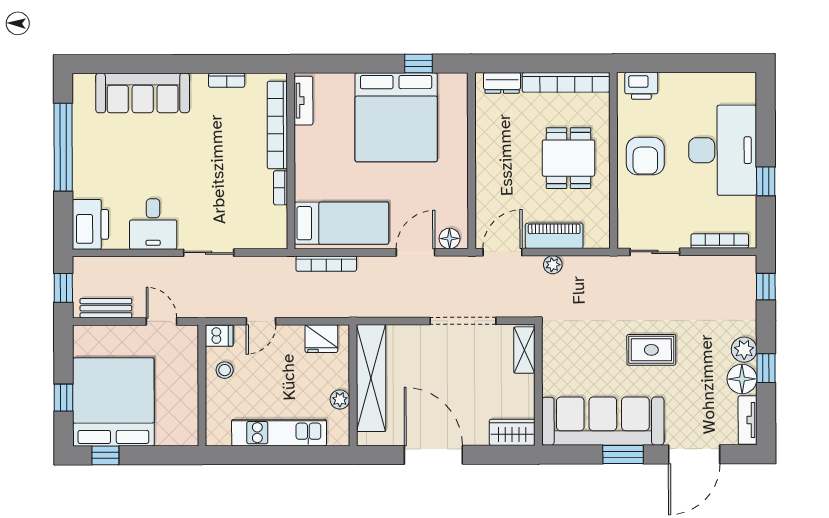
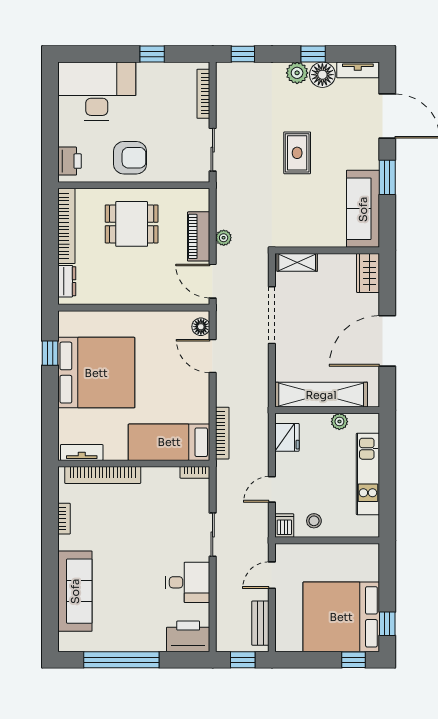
desk: (723, 150) -> (97, 91), moved
bookcase: (281, 188) -> (195, 472), moved
bed: (341, 223) -> (169, 442), moved, turned -90
door: (261, 321) -> (272, 489), swing flipped
window: (64, 398) -> (353, 660), moved
sofa: (603, 421) -> (363, 209), width x0.74, depth x0.79

